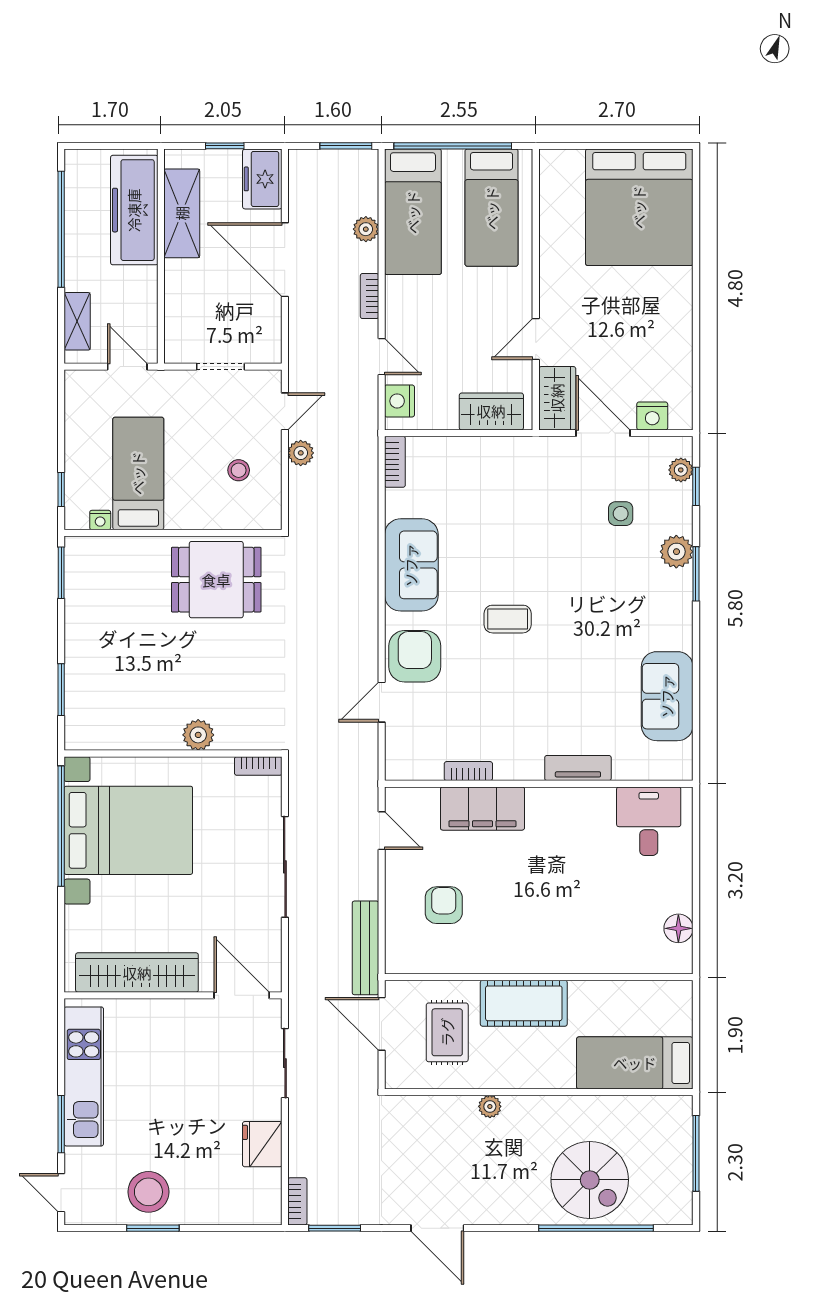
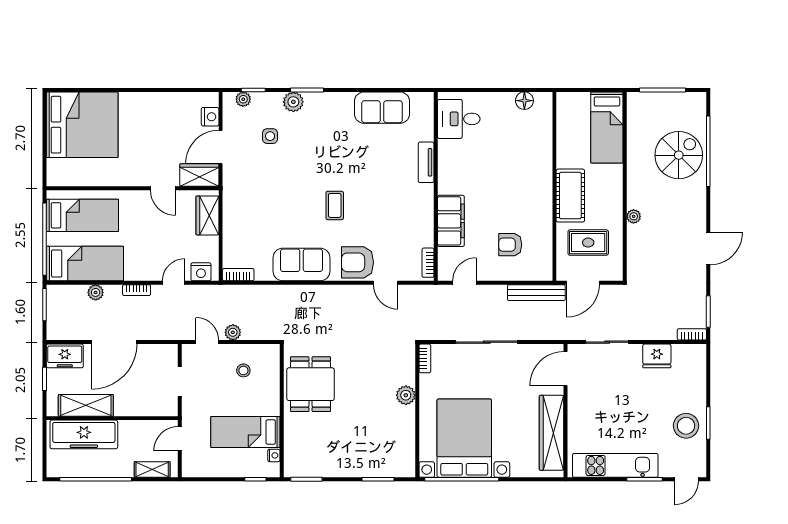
bookcase: (468, 771) -> (428, 263), moved

